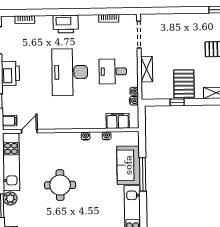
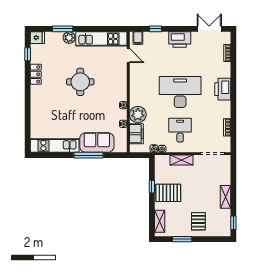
shelving: (187, 19) -> (225, 197), added
plant: (96, 119) -> (138, 115), added

